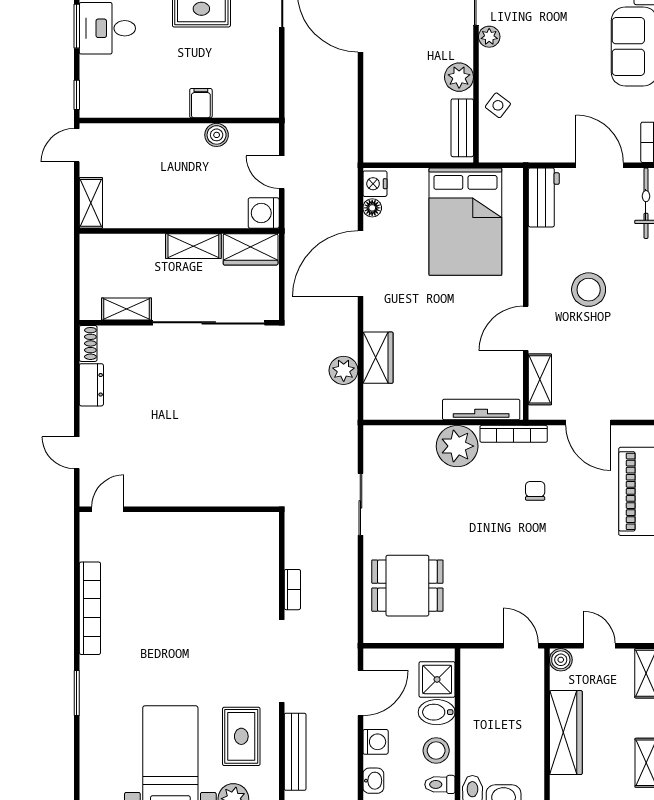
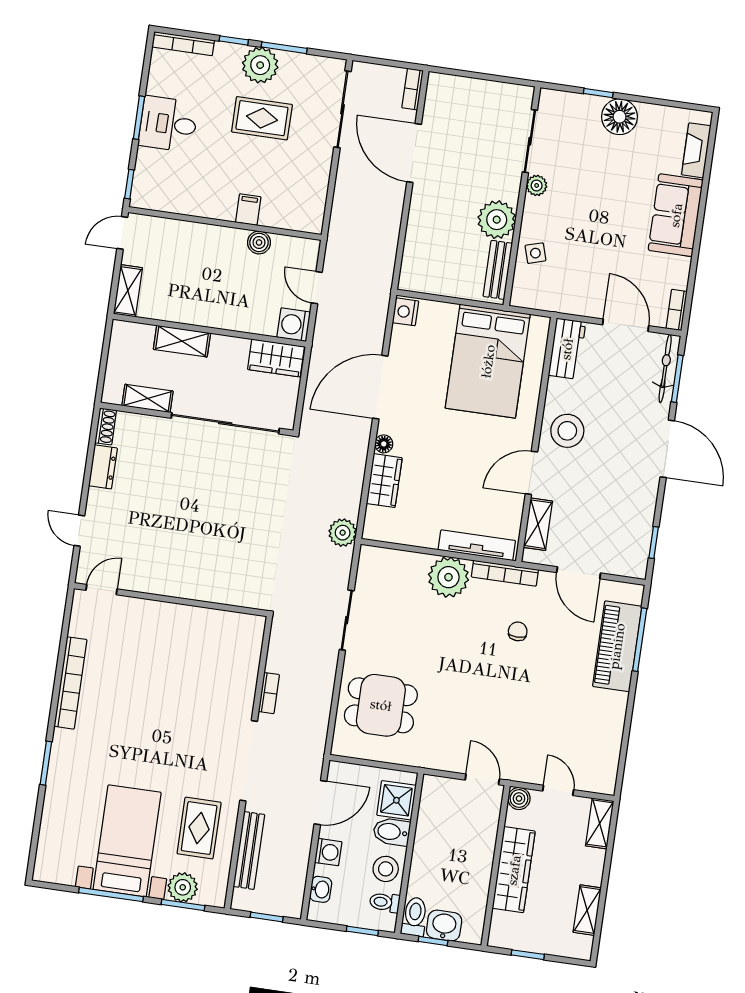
plant: (459, 77) -> (497, 220), width x1.36, depth x1.36
side table: (498, 105) -> (535, 253), turned 36
floor lamp: (372, 208) -> (384, 444), moved
shelving: (193, 246) -> (182, 341), moved
stool: (589, 290) -> (567, 431), moved
plant: (344, 370) -> (343, 533), moved

